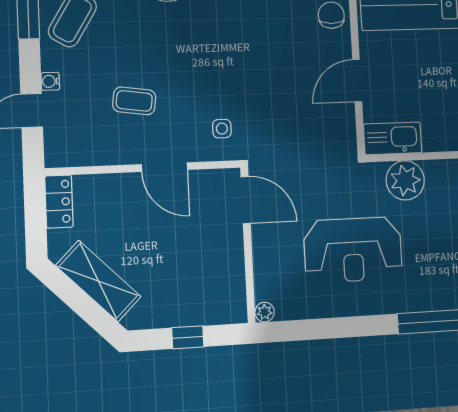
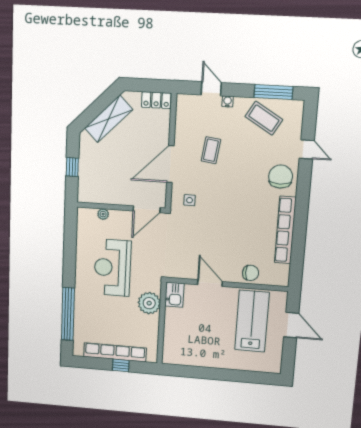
kitchen sink: (393, 138) -> (174, 295), width x0.73
door: (165, 167) -> (170, 164), width x1.36
plant: (265, 312) -> (103, 214), moved

